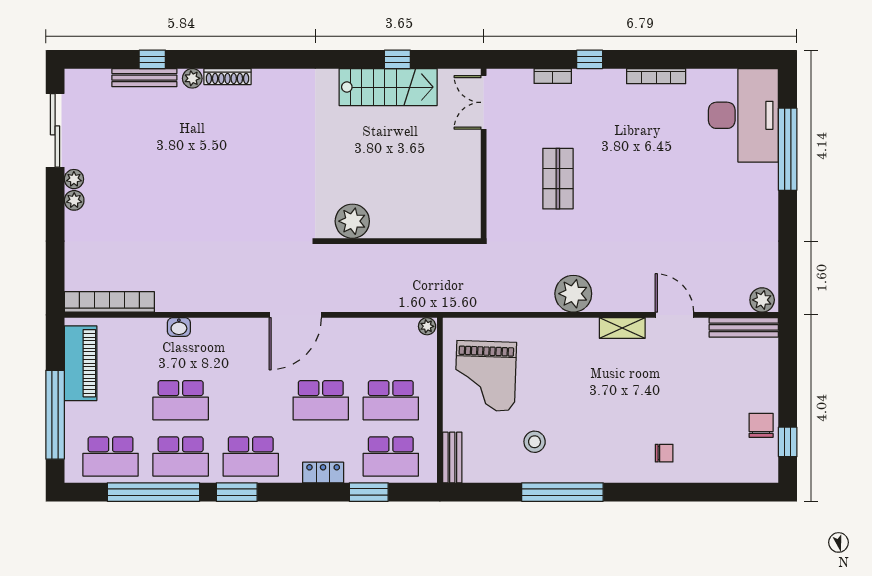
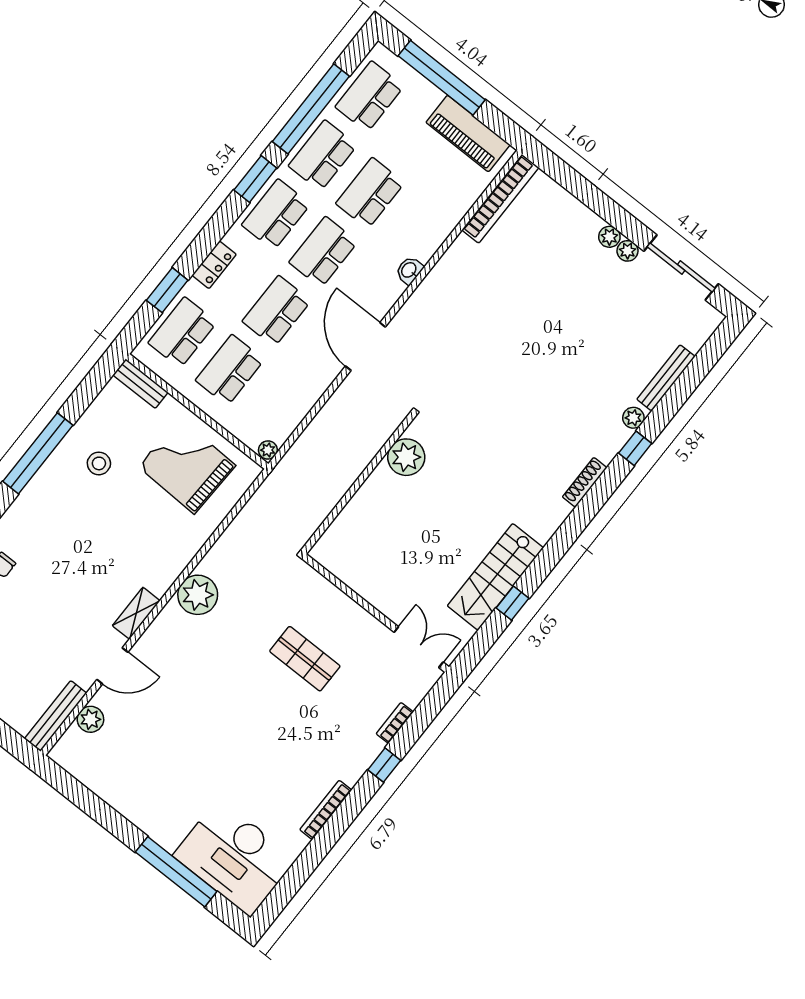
window: (152, 59) -> (635, 448), moved
shoe rack: (228, 77) -> (585, 482), moved
plant: (762, 300) -> (90, 719), moved
washbasin: (179, 327) -> (409, 270), moved
school desk: (251, 400) -> (323, 252), added

